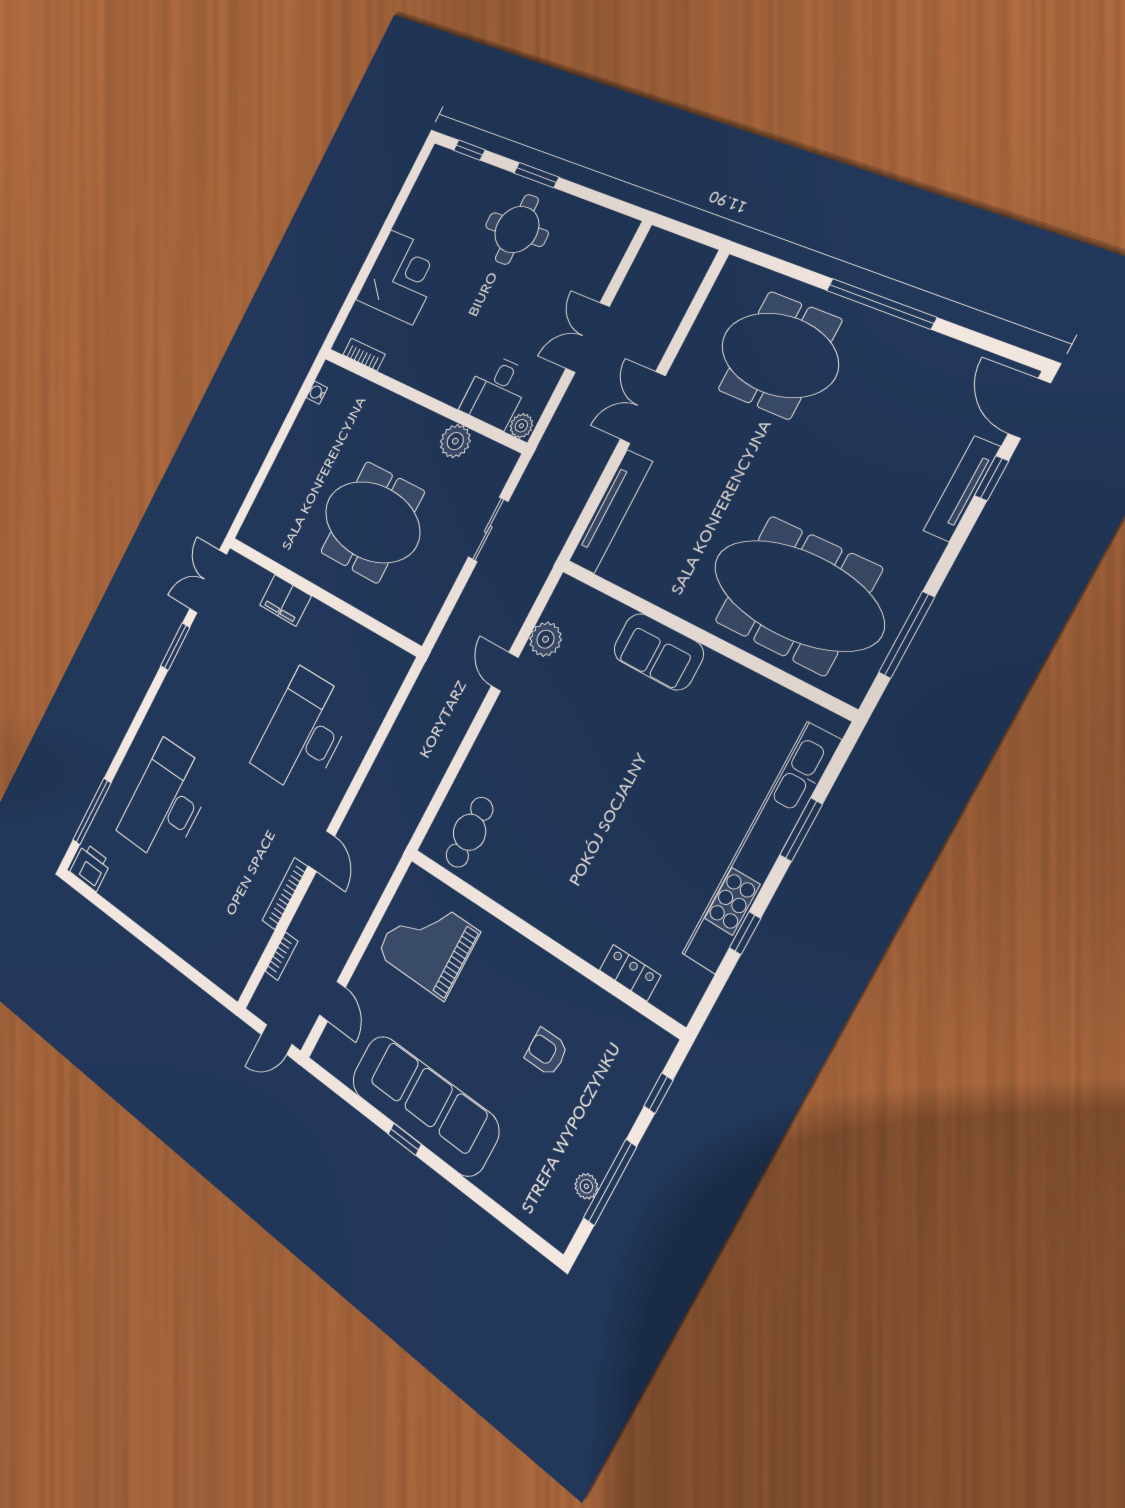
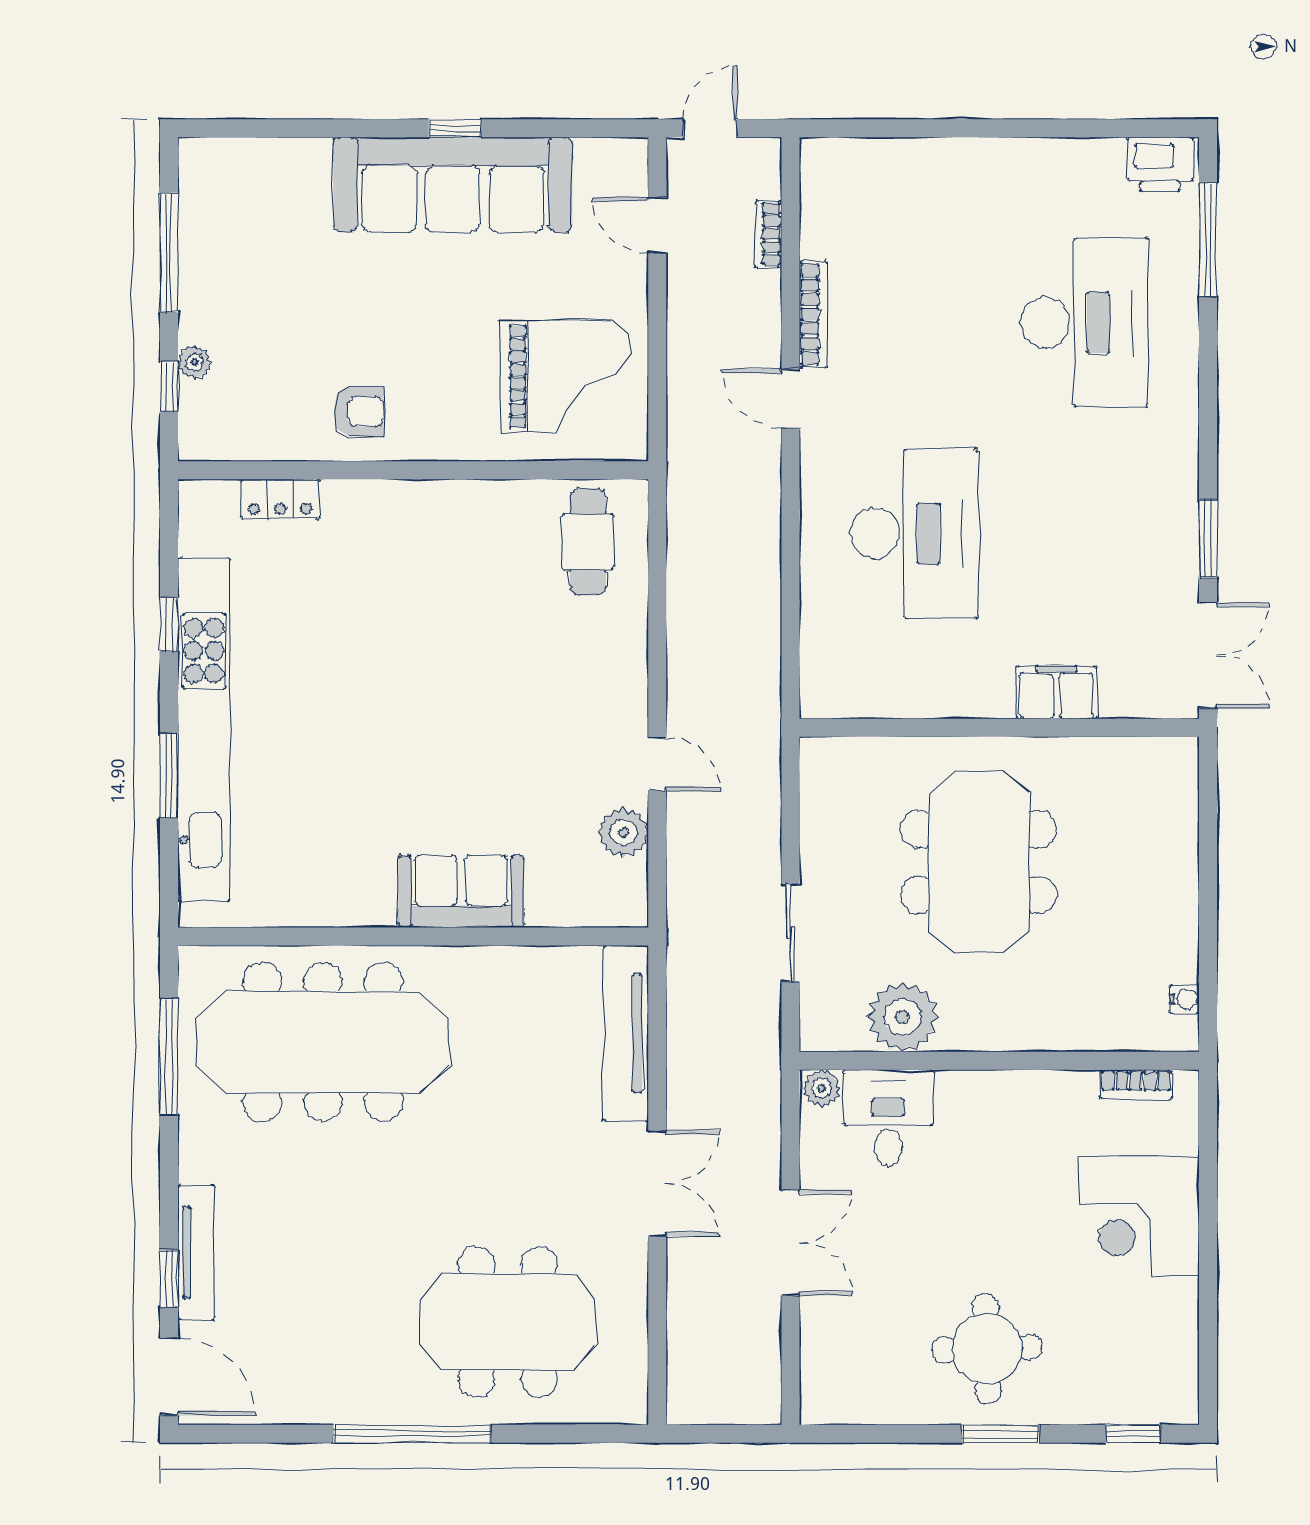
plant: (455, 441) -> (902, 1017), width x1.36, depth x1.36
meeting table: (372, 522) -> (979, 862), turned 90
armchair: (546, 1052) -> (359, 411), moved
plant: (586, 1186) -> (194, 362), moved

